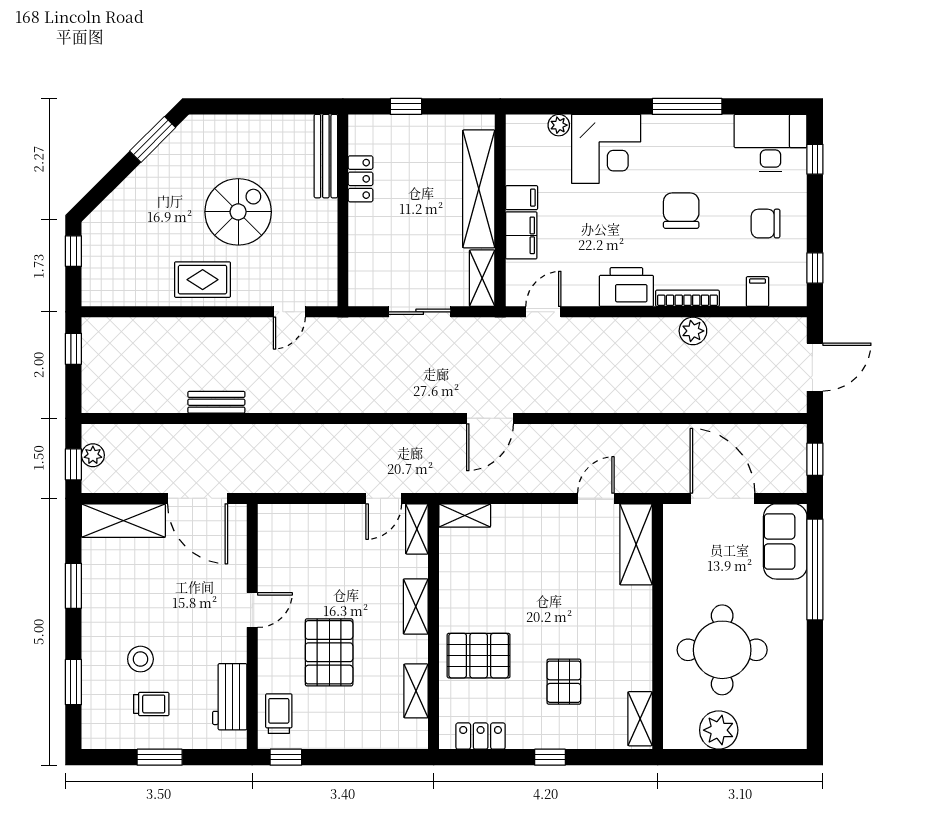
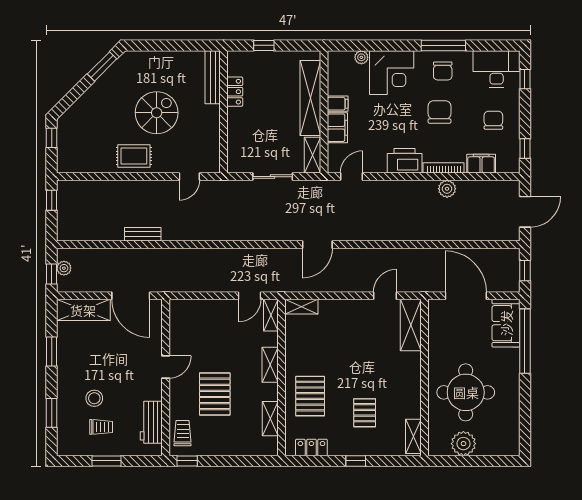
chair: (686, 146) -> (443, 71), added
chair: (766, 224) -> (493, 120), turned 90
filing cabinet: (757, 292) -> (481, 164), width x2.00
pallet: (479, 656) -> (310, 396), turned 90

